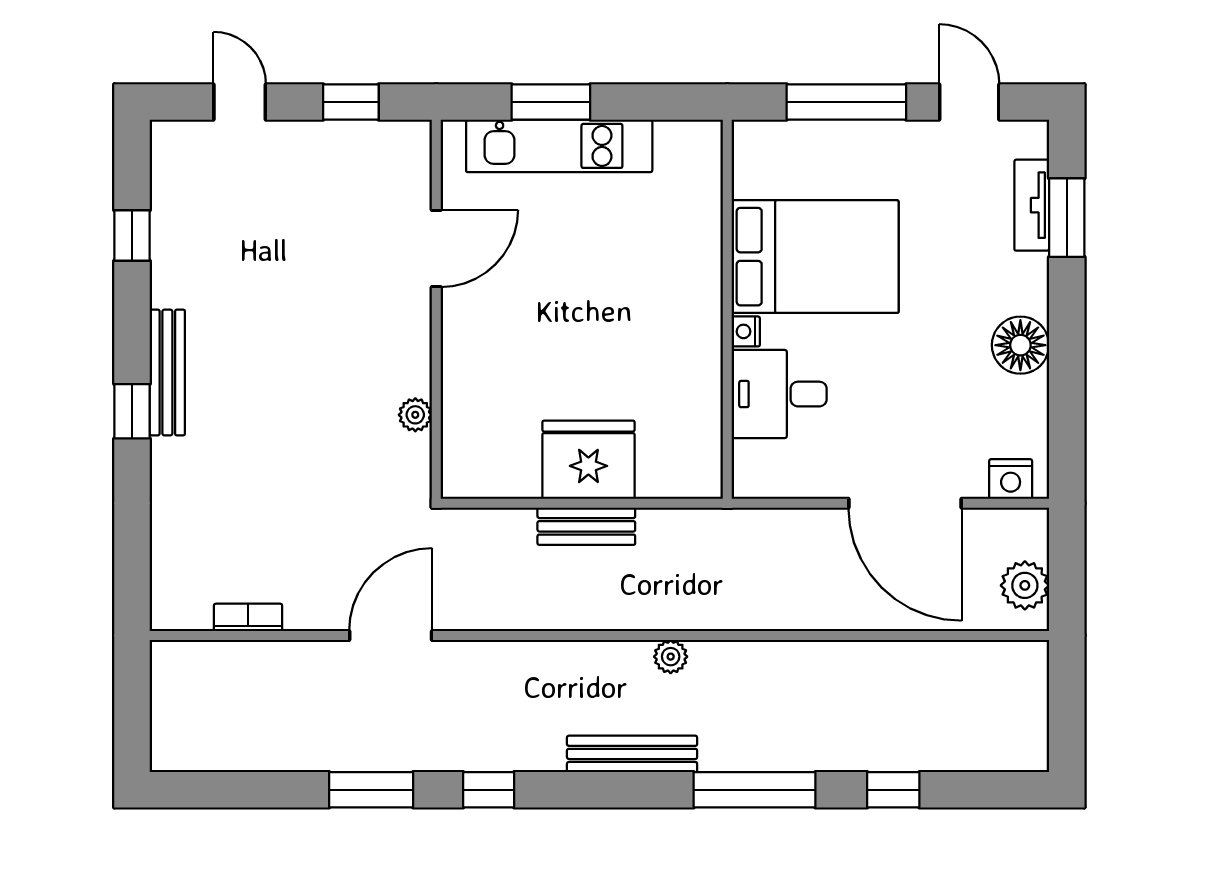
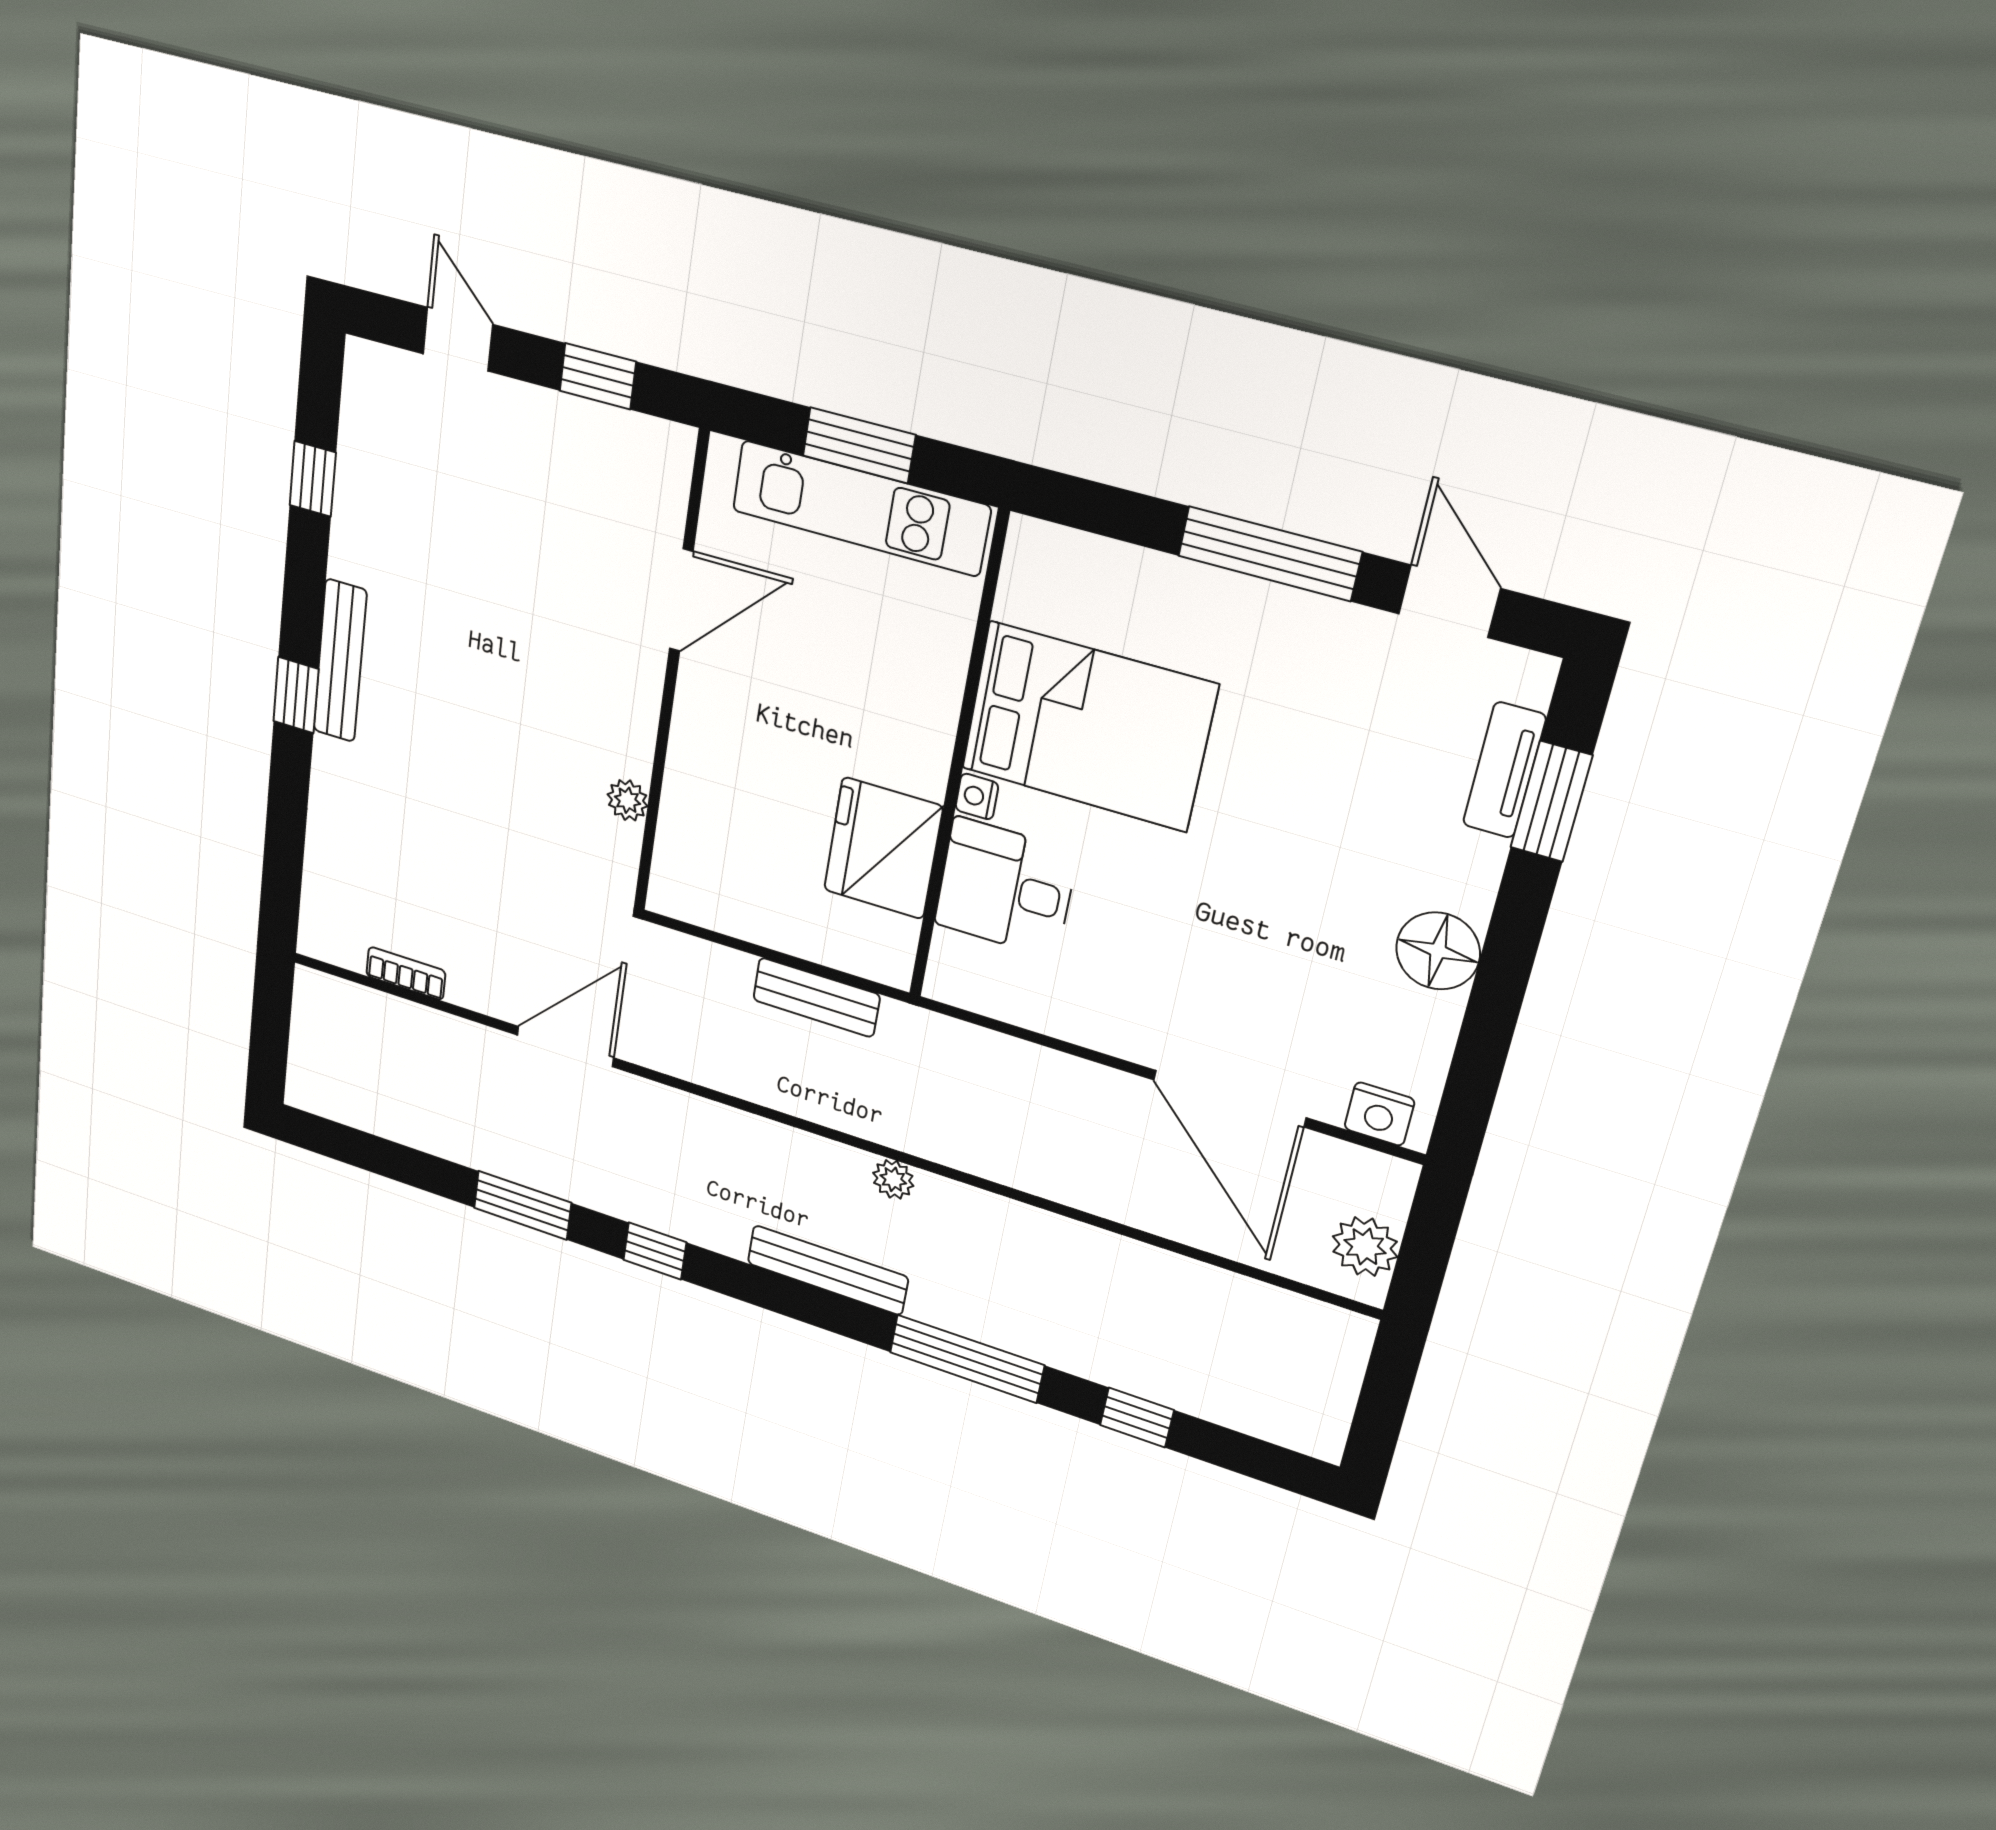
bed: (815, 257) -> (1088, 727), moved
wall: (727, 309) -> (958, 761), moved
nightstand: (746, 331) -> (977, 797), moved
desk: (779, 394) -> (1006, 888), moved
fridge: (588, 460) -> (883, 848), moved, turned -90

